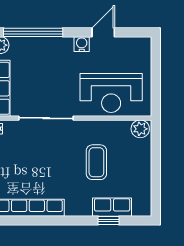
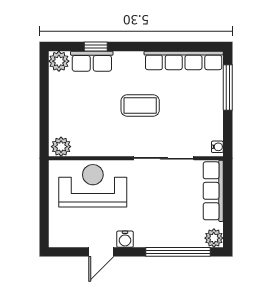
coffee table: (96, 162) -> (140, 106), moved, turned 90
plant: (142, 207) -> (59, 61), added

